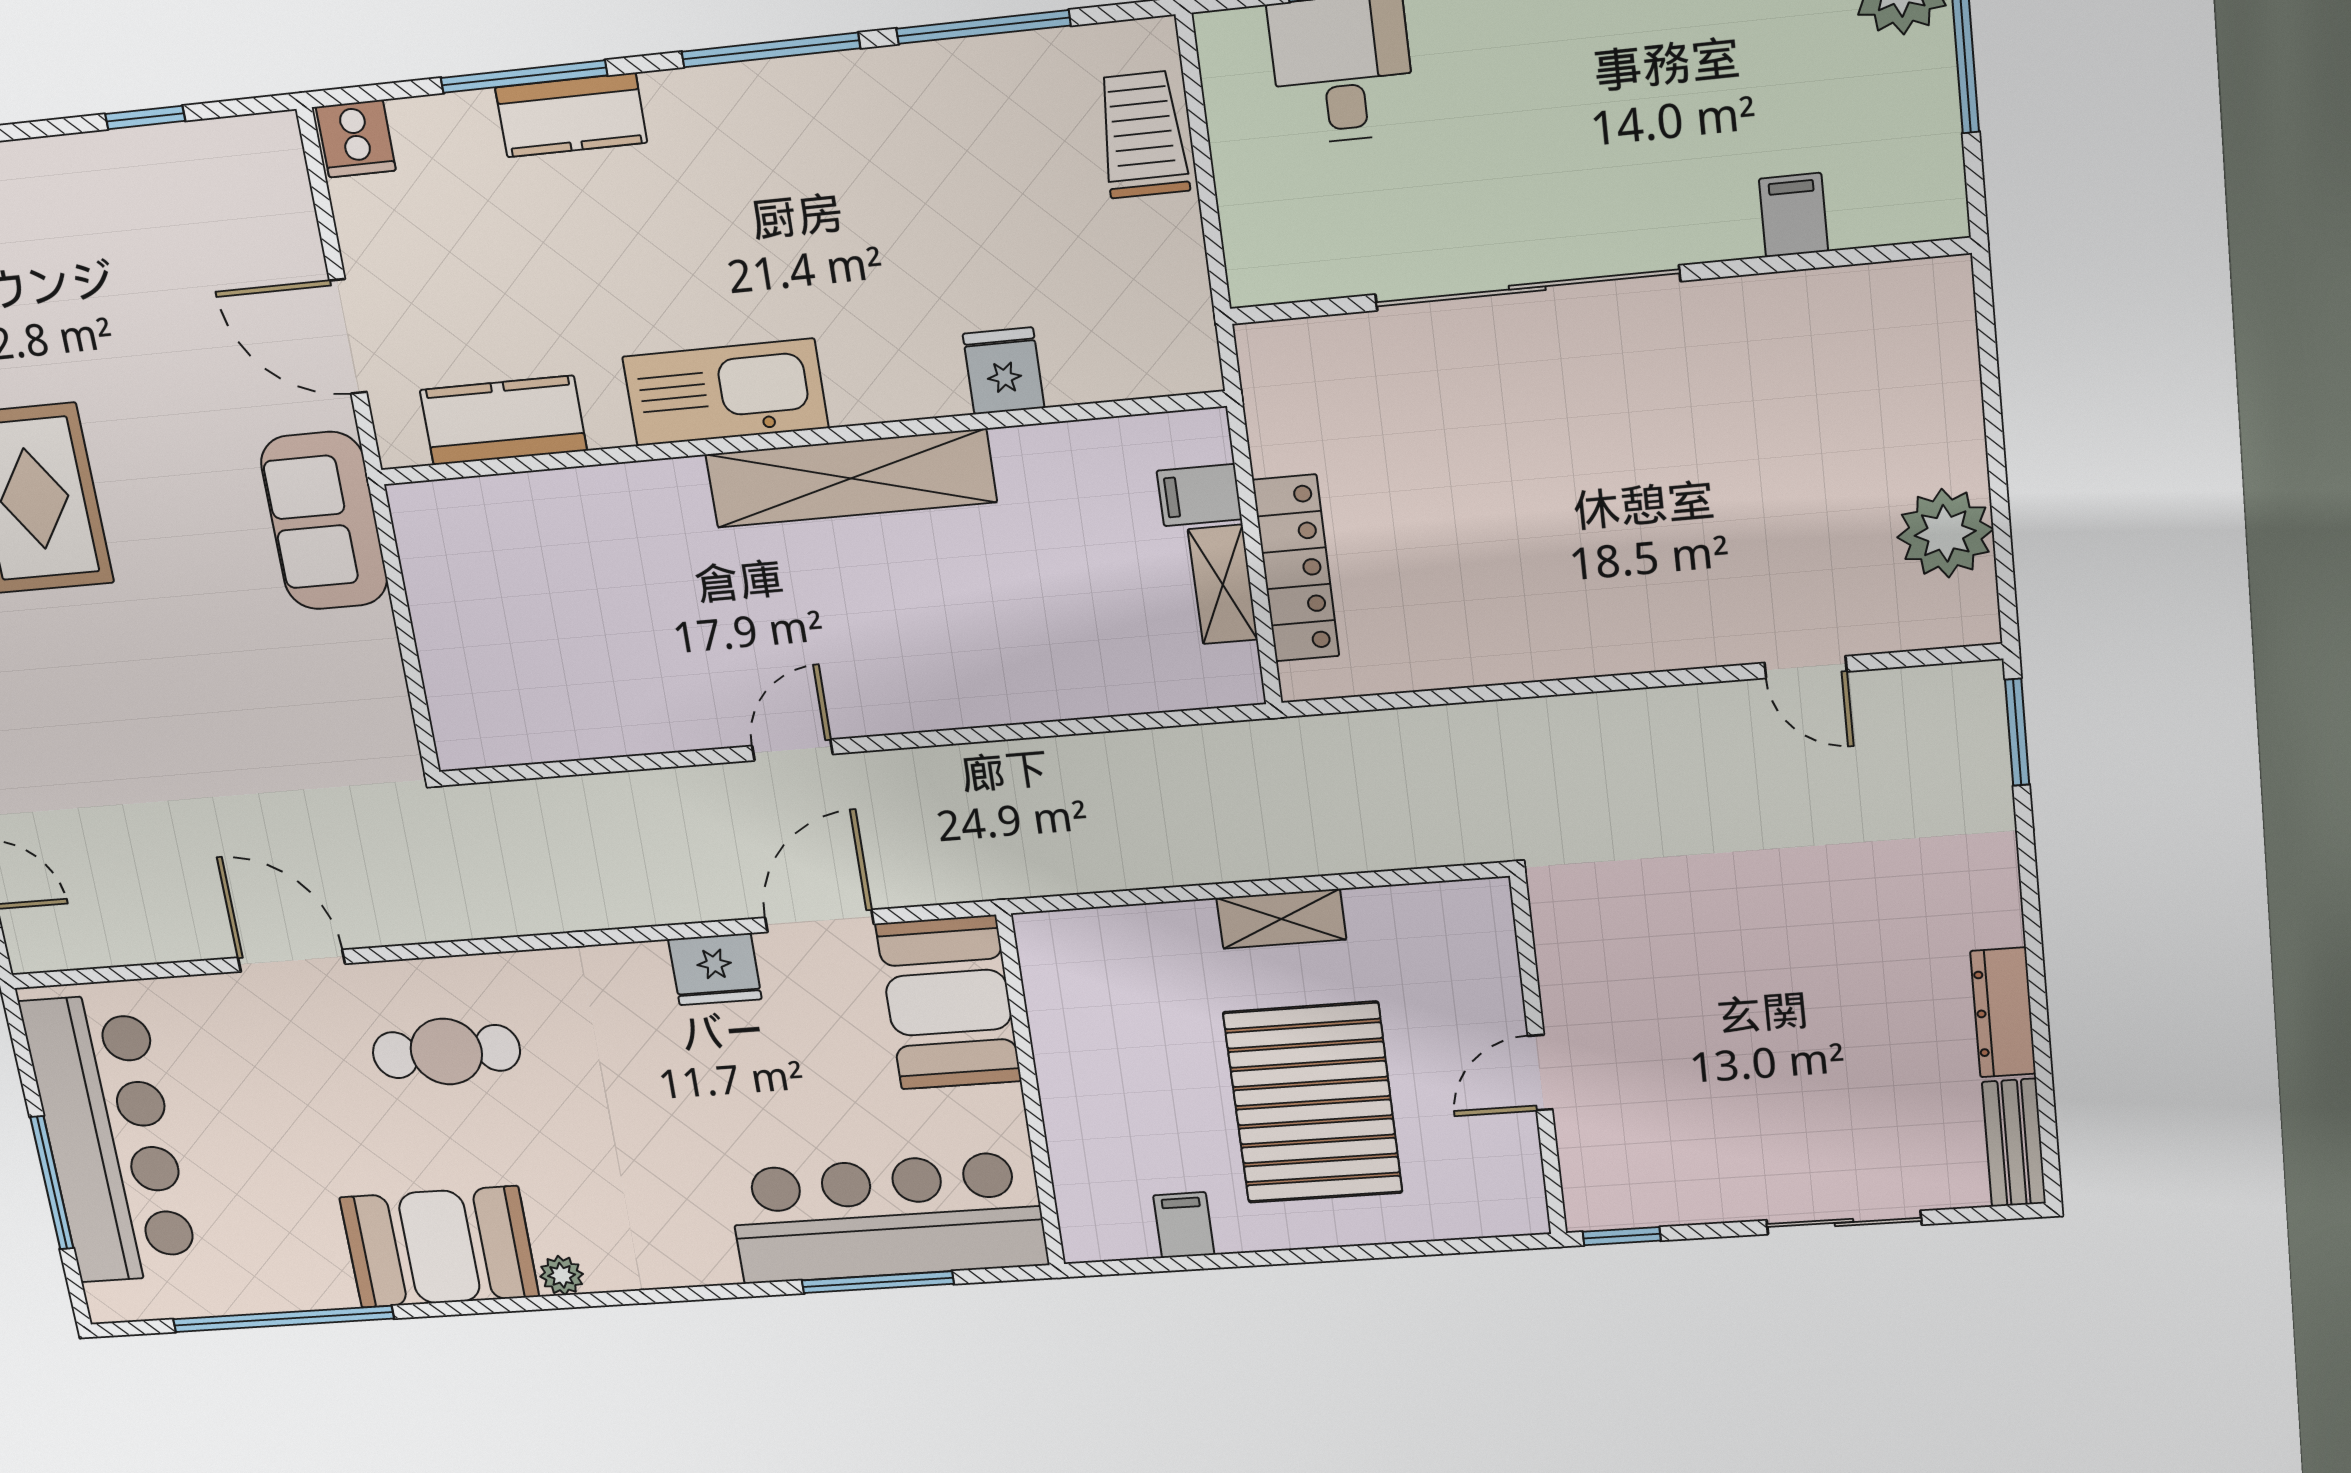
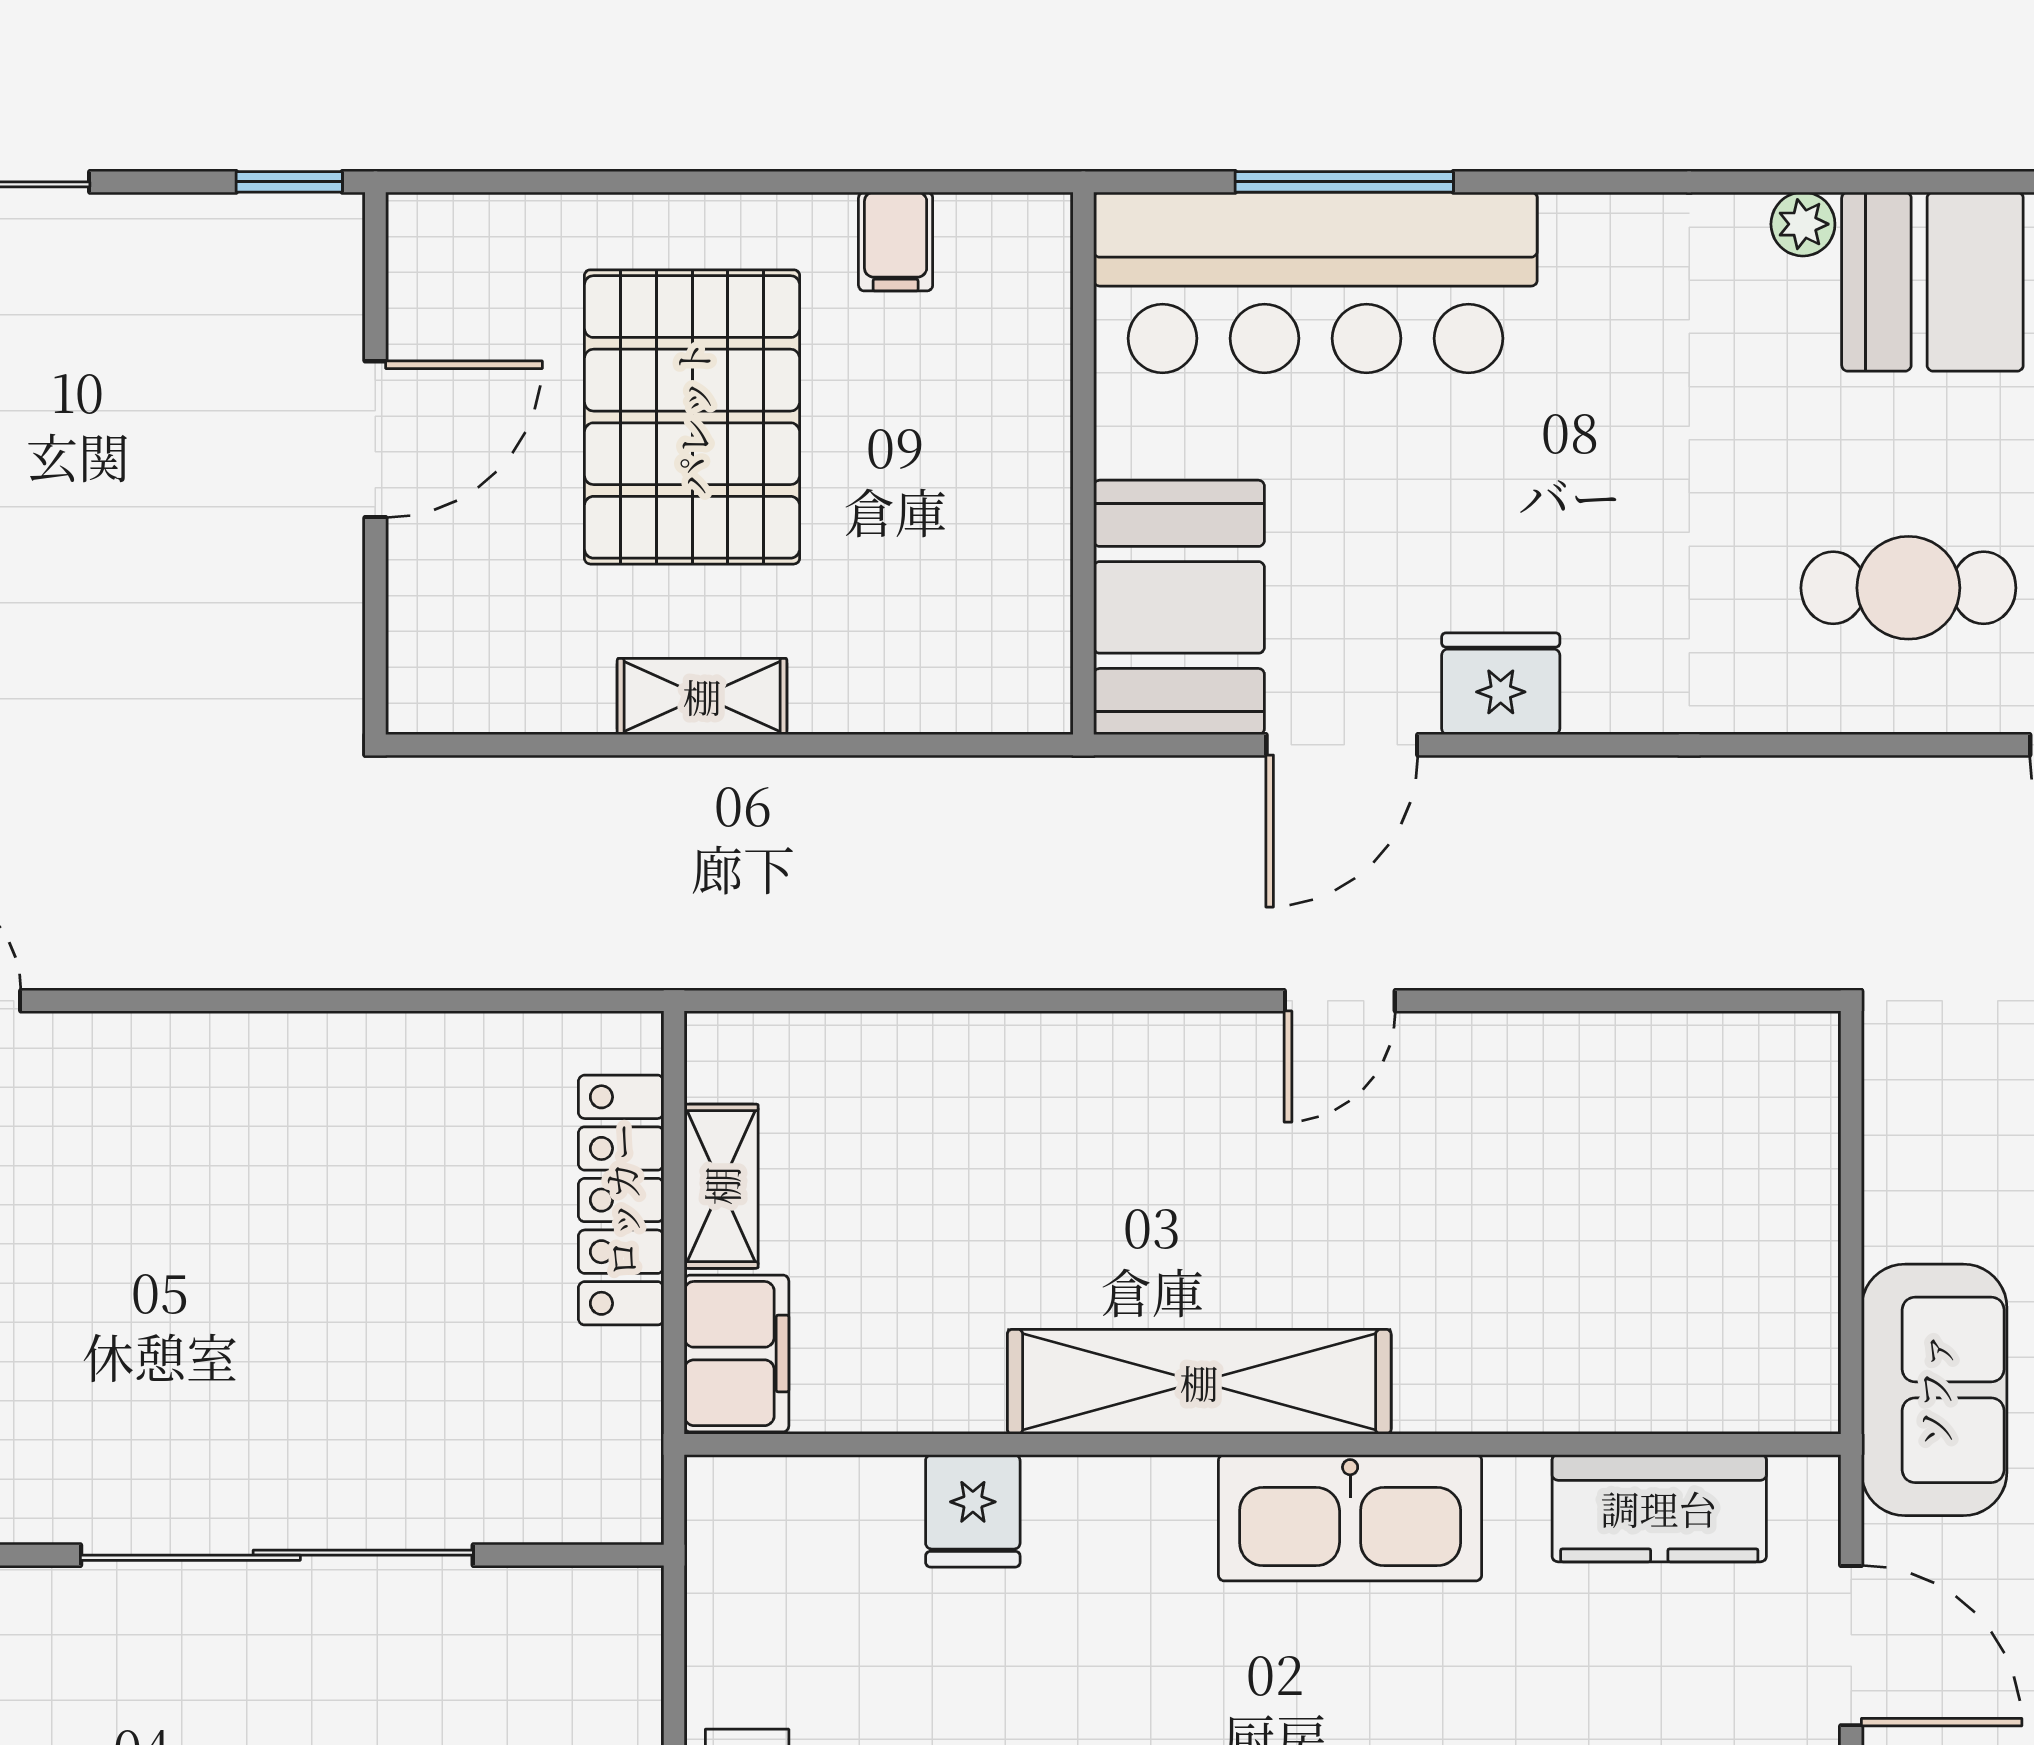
filing cabinet: (1199, 495) -> (737, 1354), width x2.00
door: (1540, 1073) -> (375, 439), width x1.38

